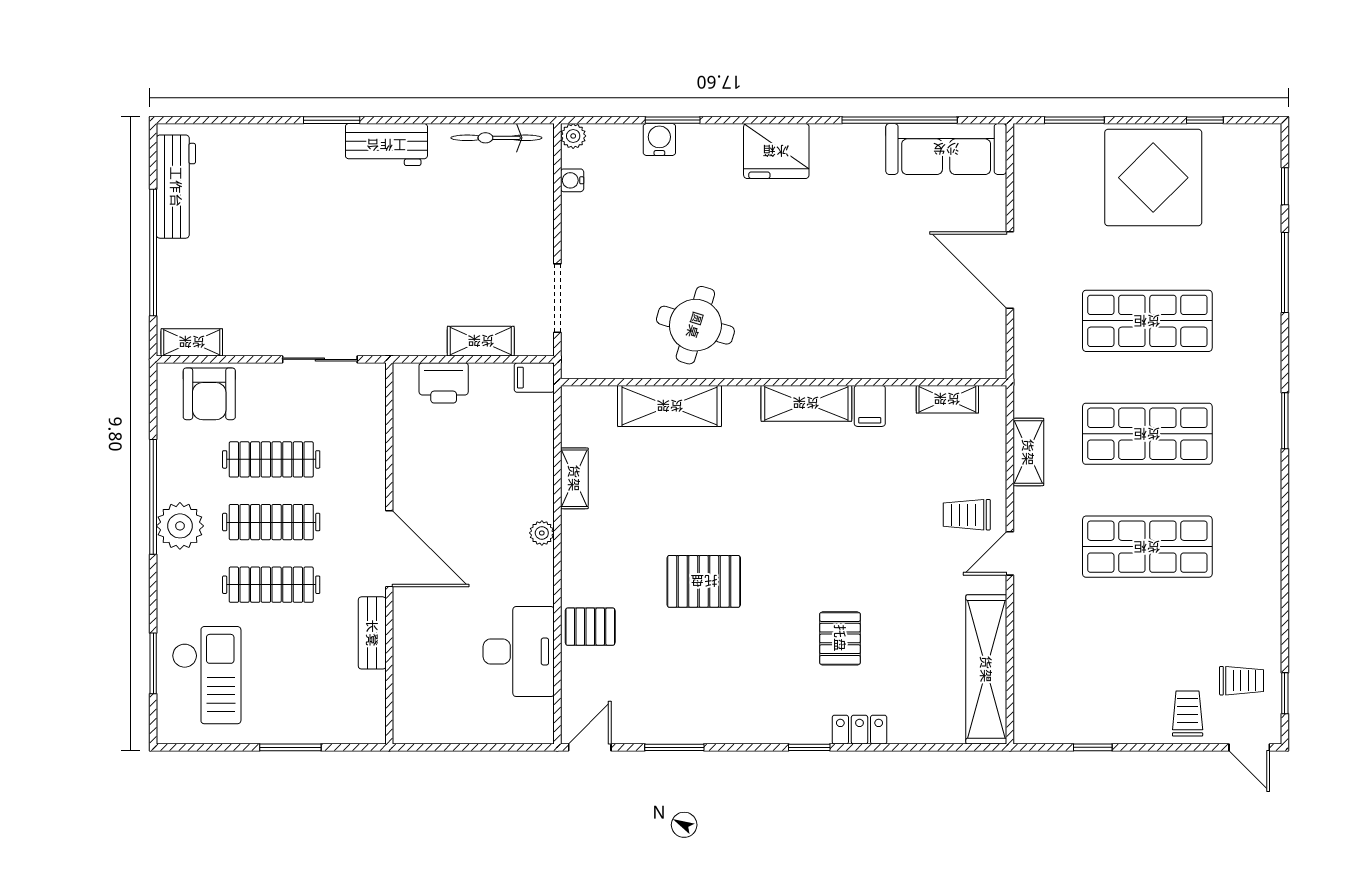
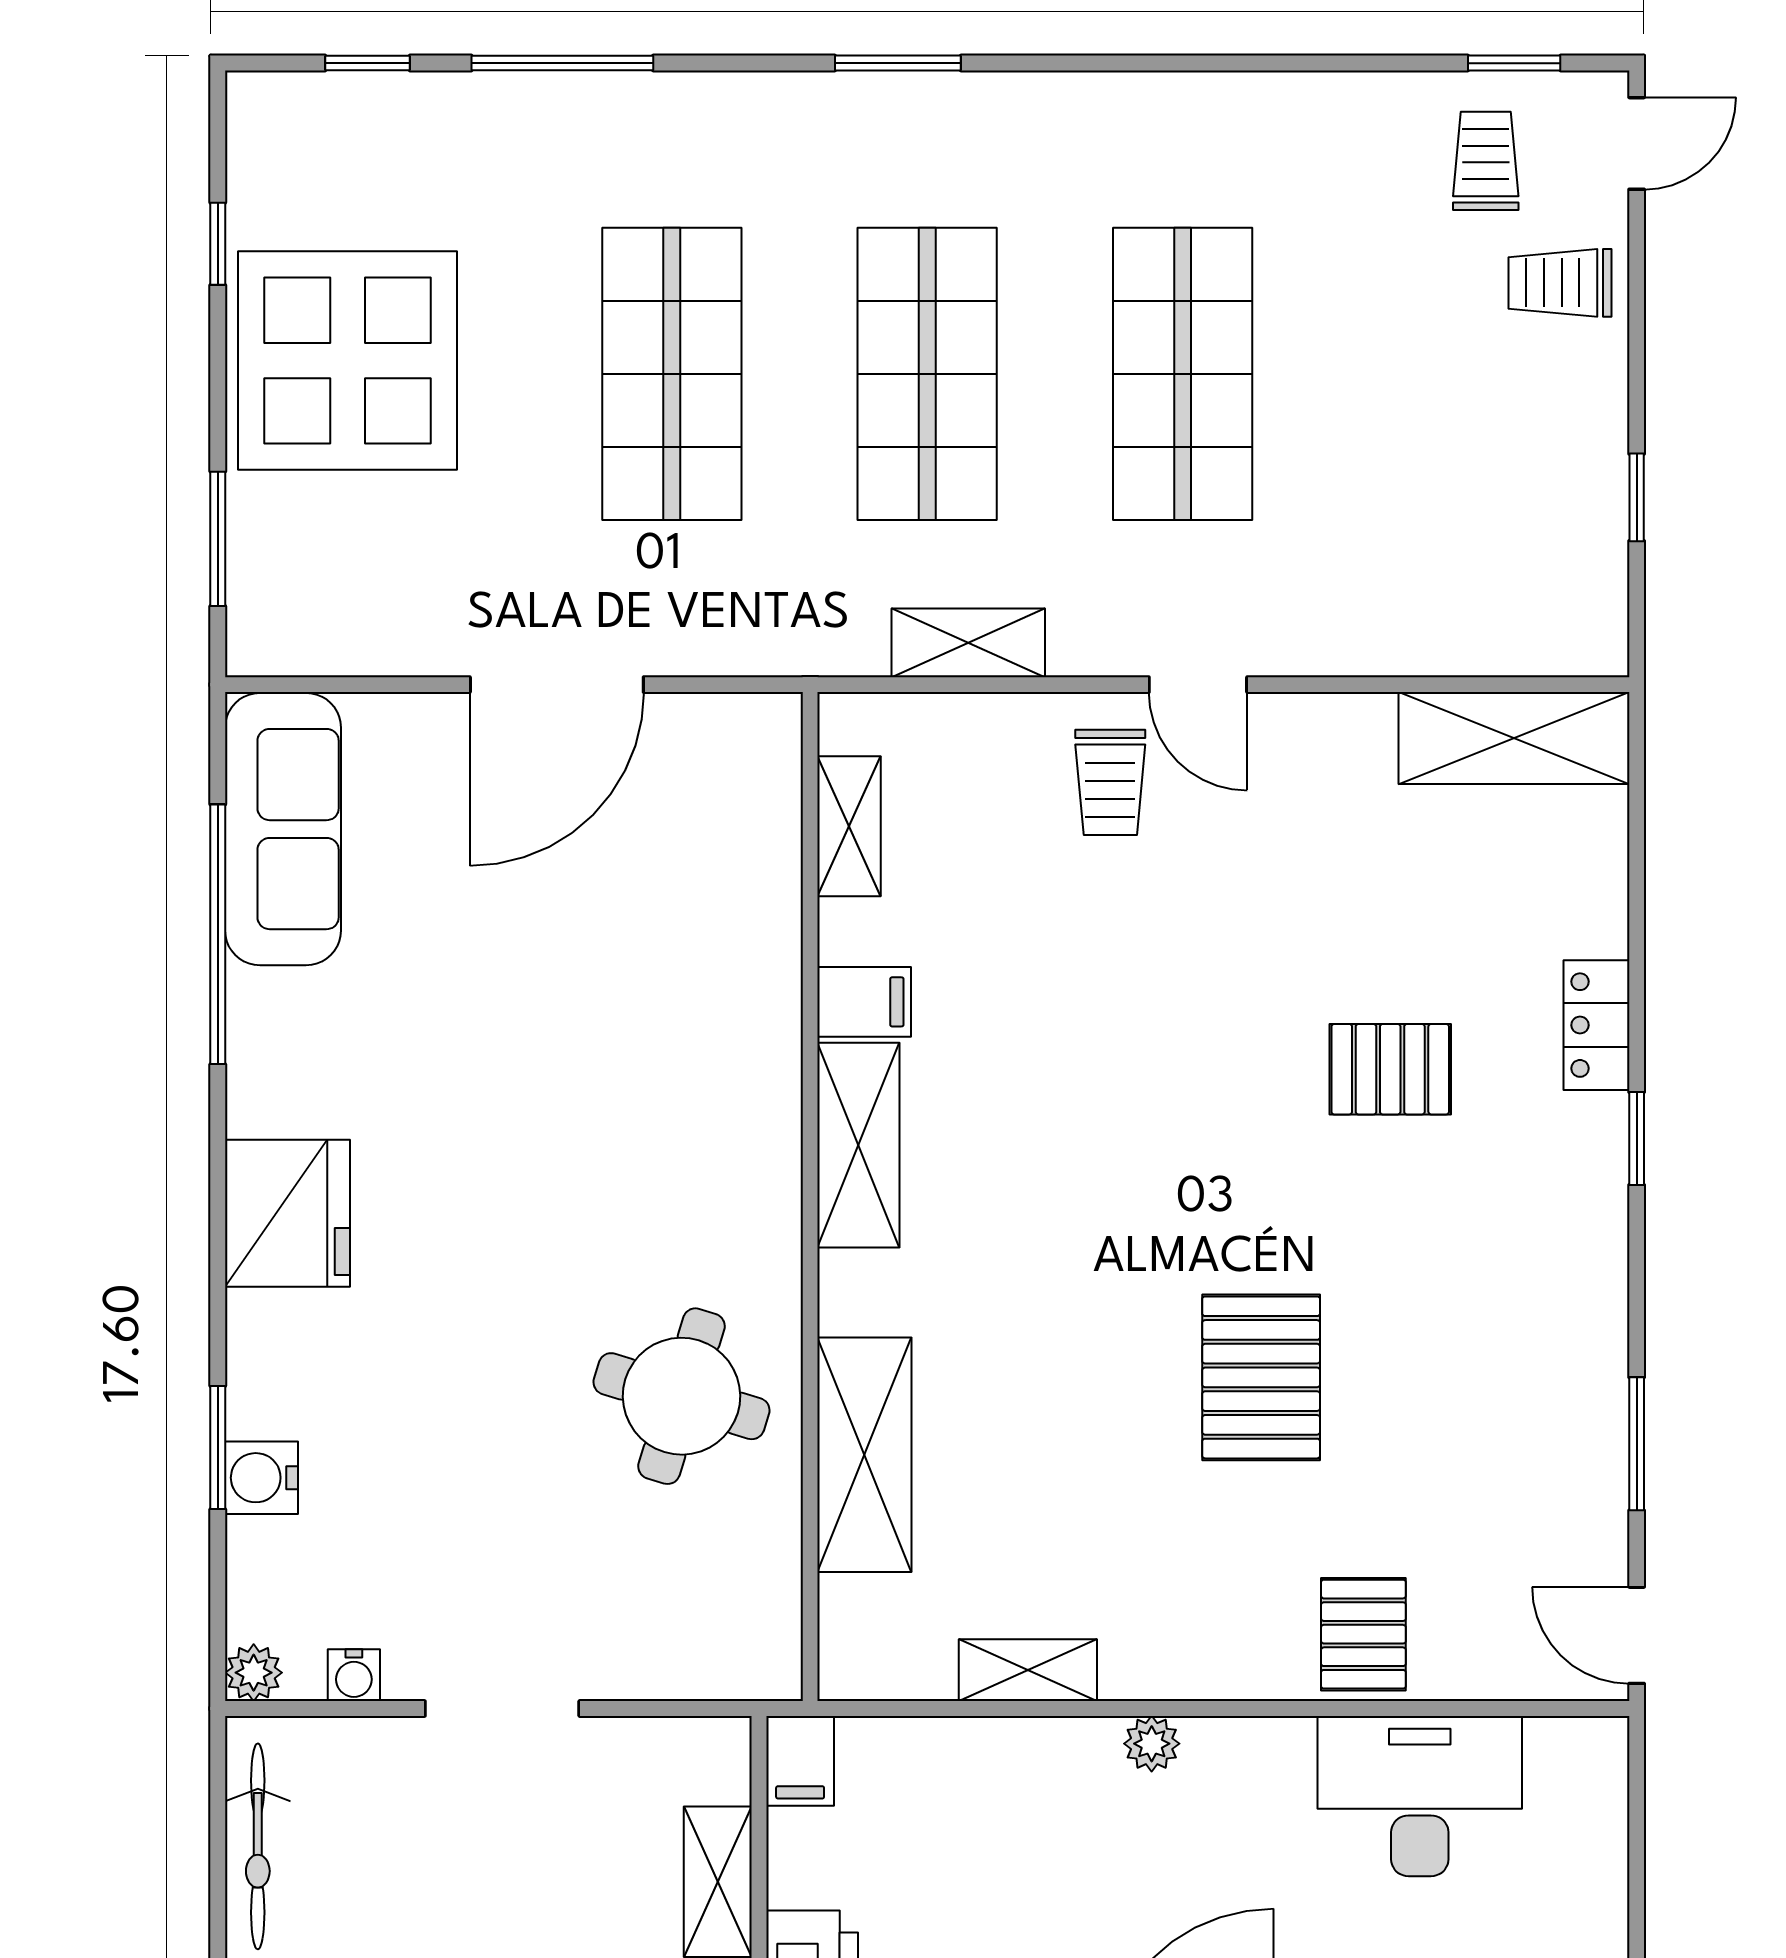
doorway: (557, 298) -> (502, 1708), moved
shelving: (986, 669) -> (1514, 738), width x0.68

